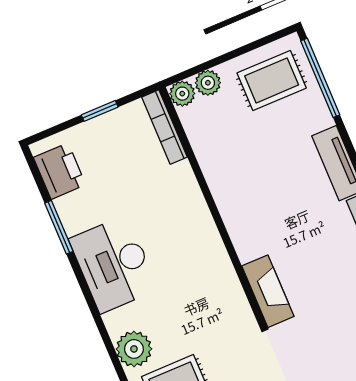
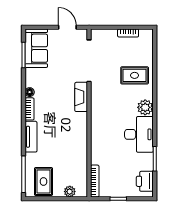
rug: (272, 80) -> (43, 182), turned 90
plant: (182, 94) -> (82, 192), removed
plant: (134, 349) -> (145, 107), moved

